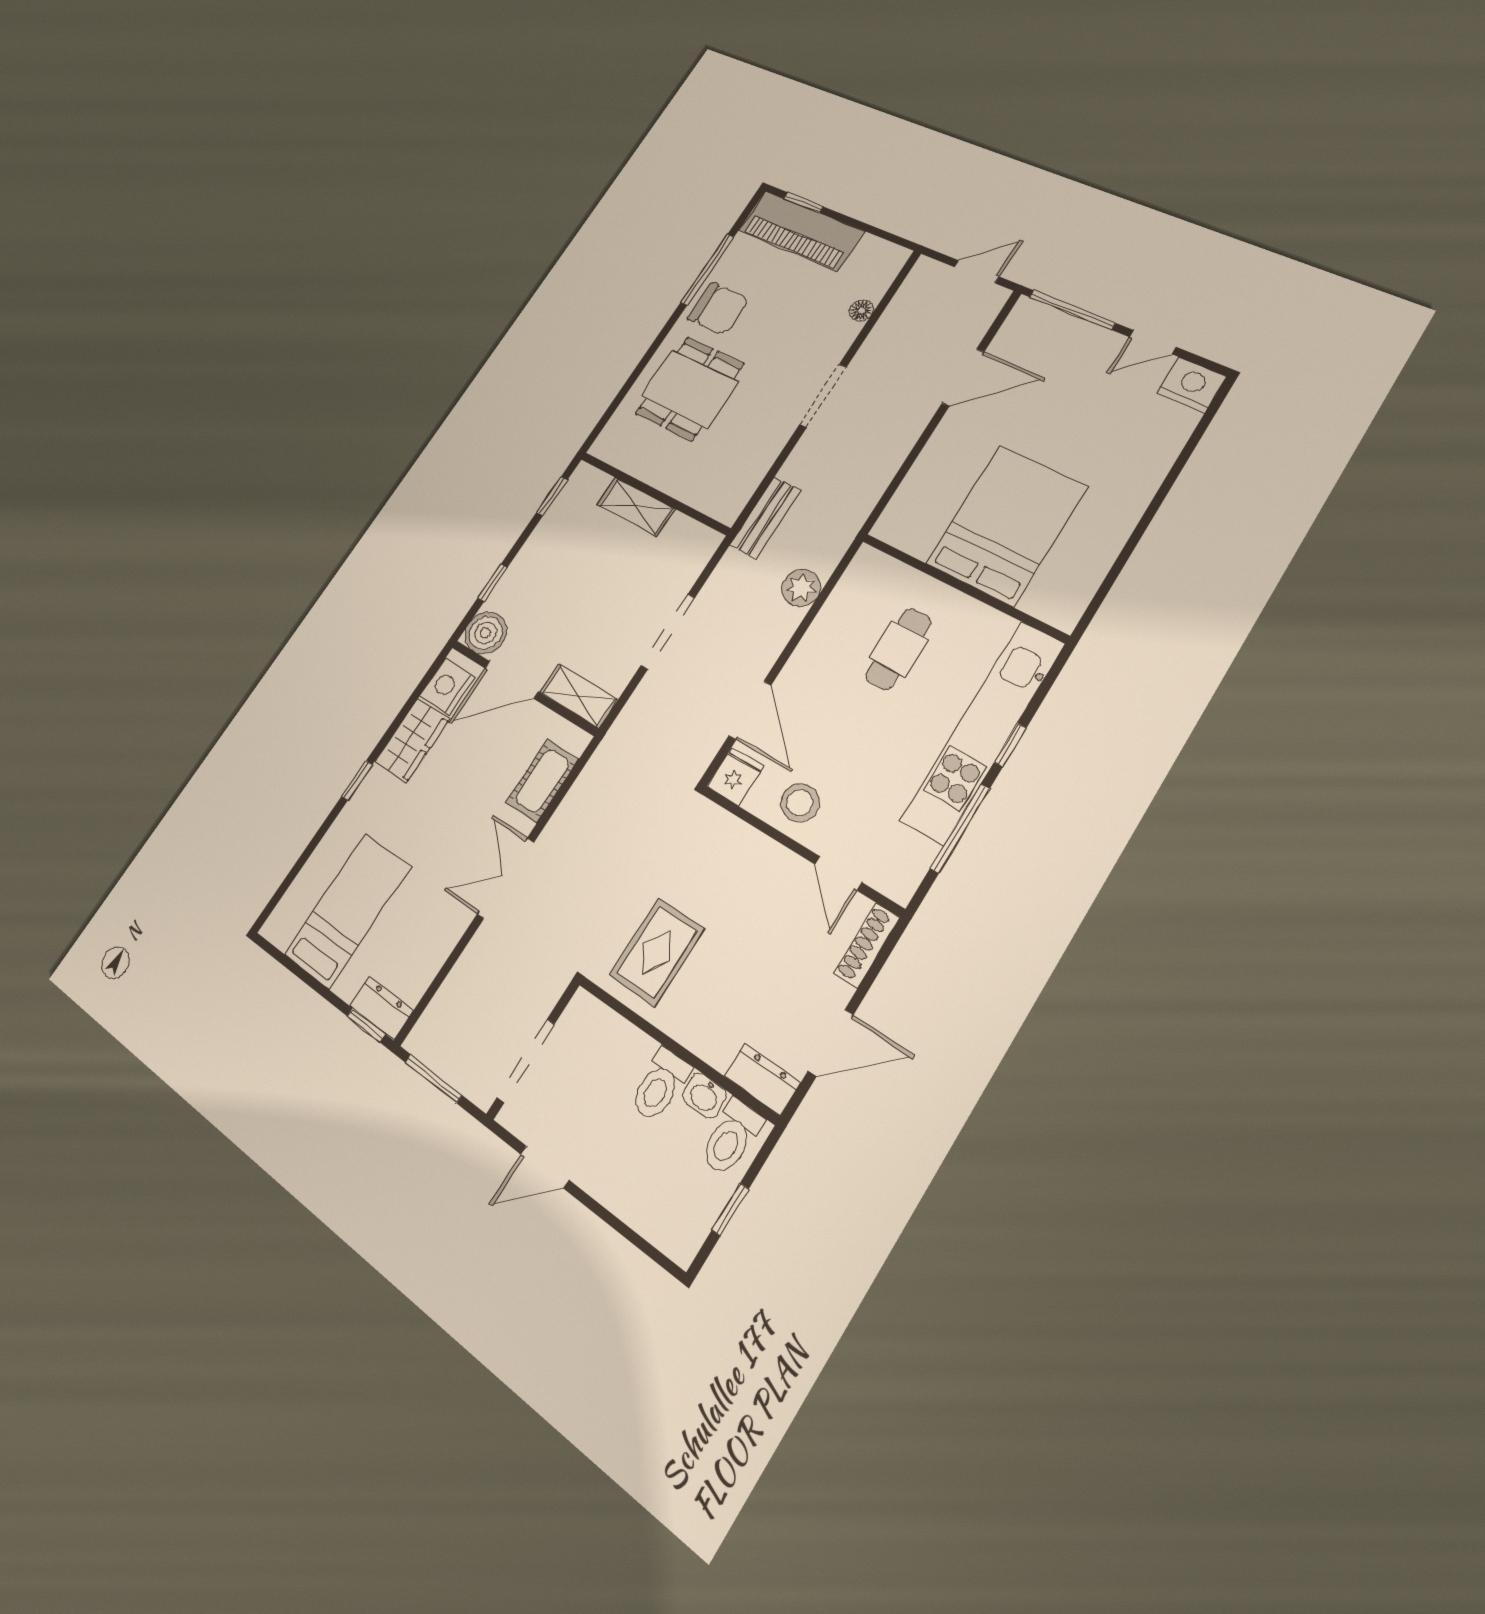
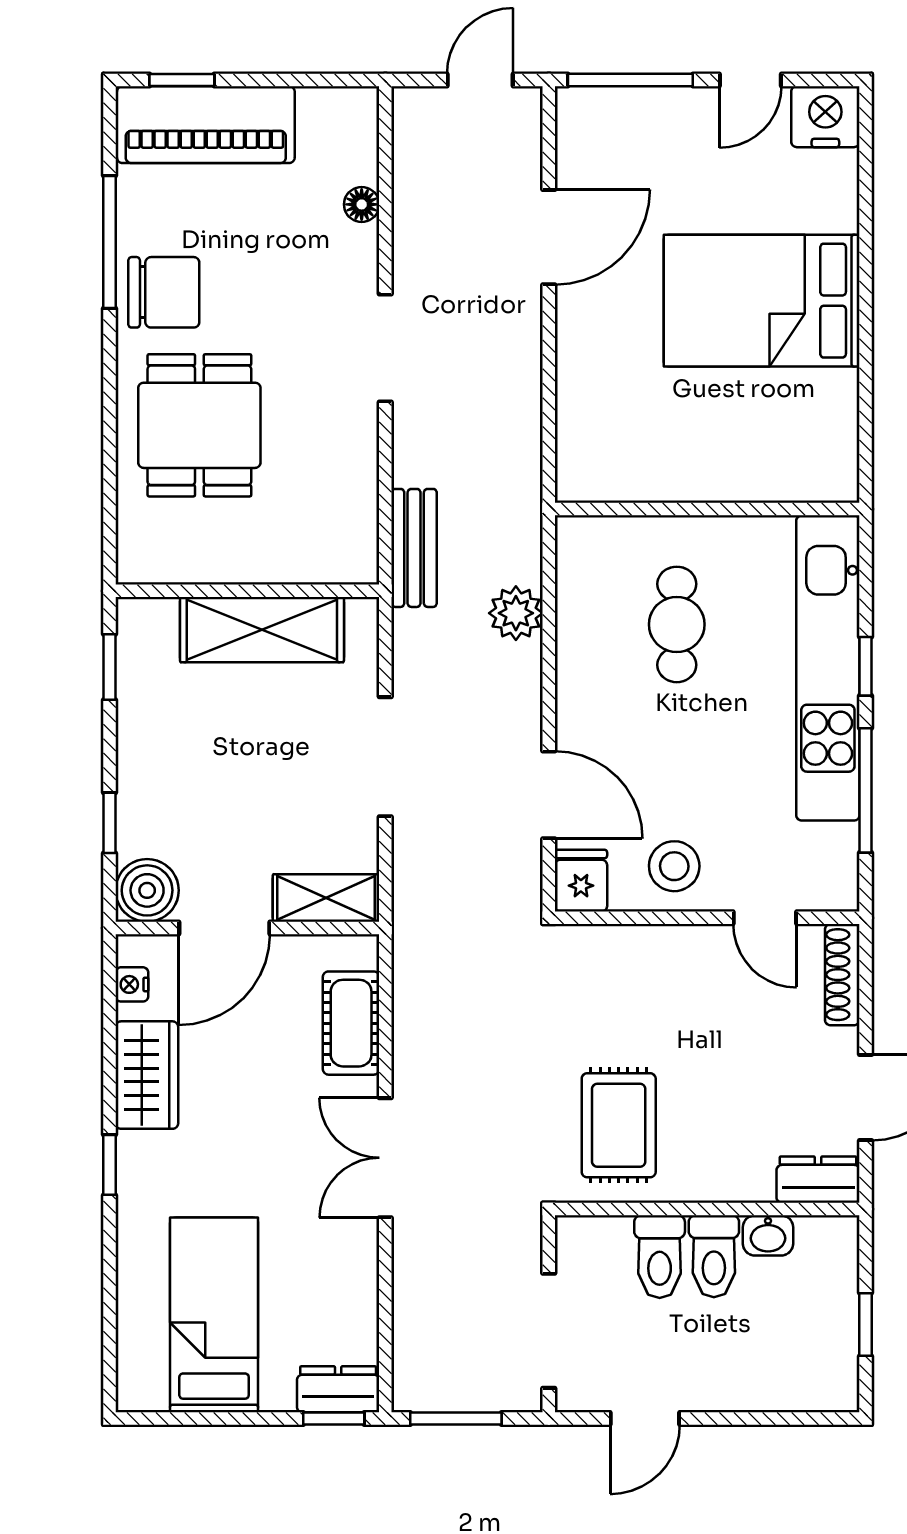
shelving: (636, 507) -> (262, 630), width x1.50, depth x1.33
bed: (1007, 525) -> (762, 301), moved, turned -90
nightstand: (447, 687) -> (132, 984), width x0.53, depth x0.56
toilet: (731, 1137) -> (660, 1257), moved

